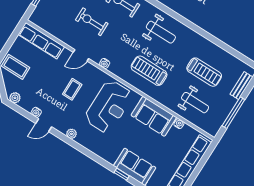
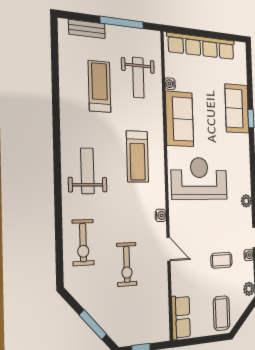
row of seats: (41, 41) -> (181, 317), width x0.68
coffee table: (72, 89) -> (221, 260), moved
weight bench: (195, 103) -> (138, 78), turned 180

